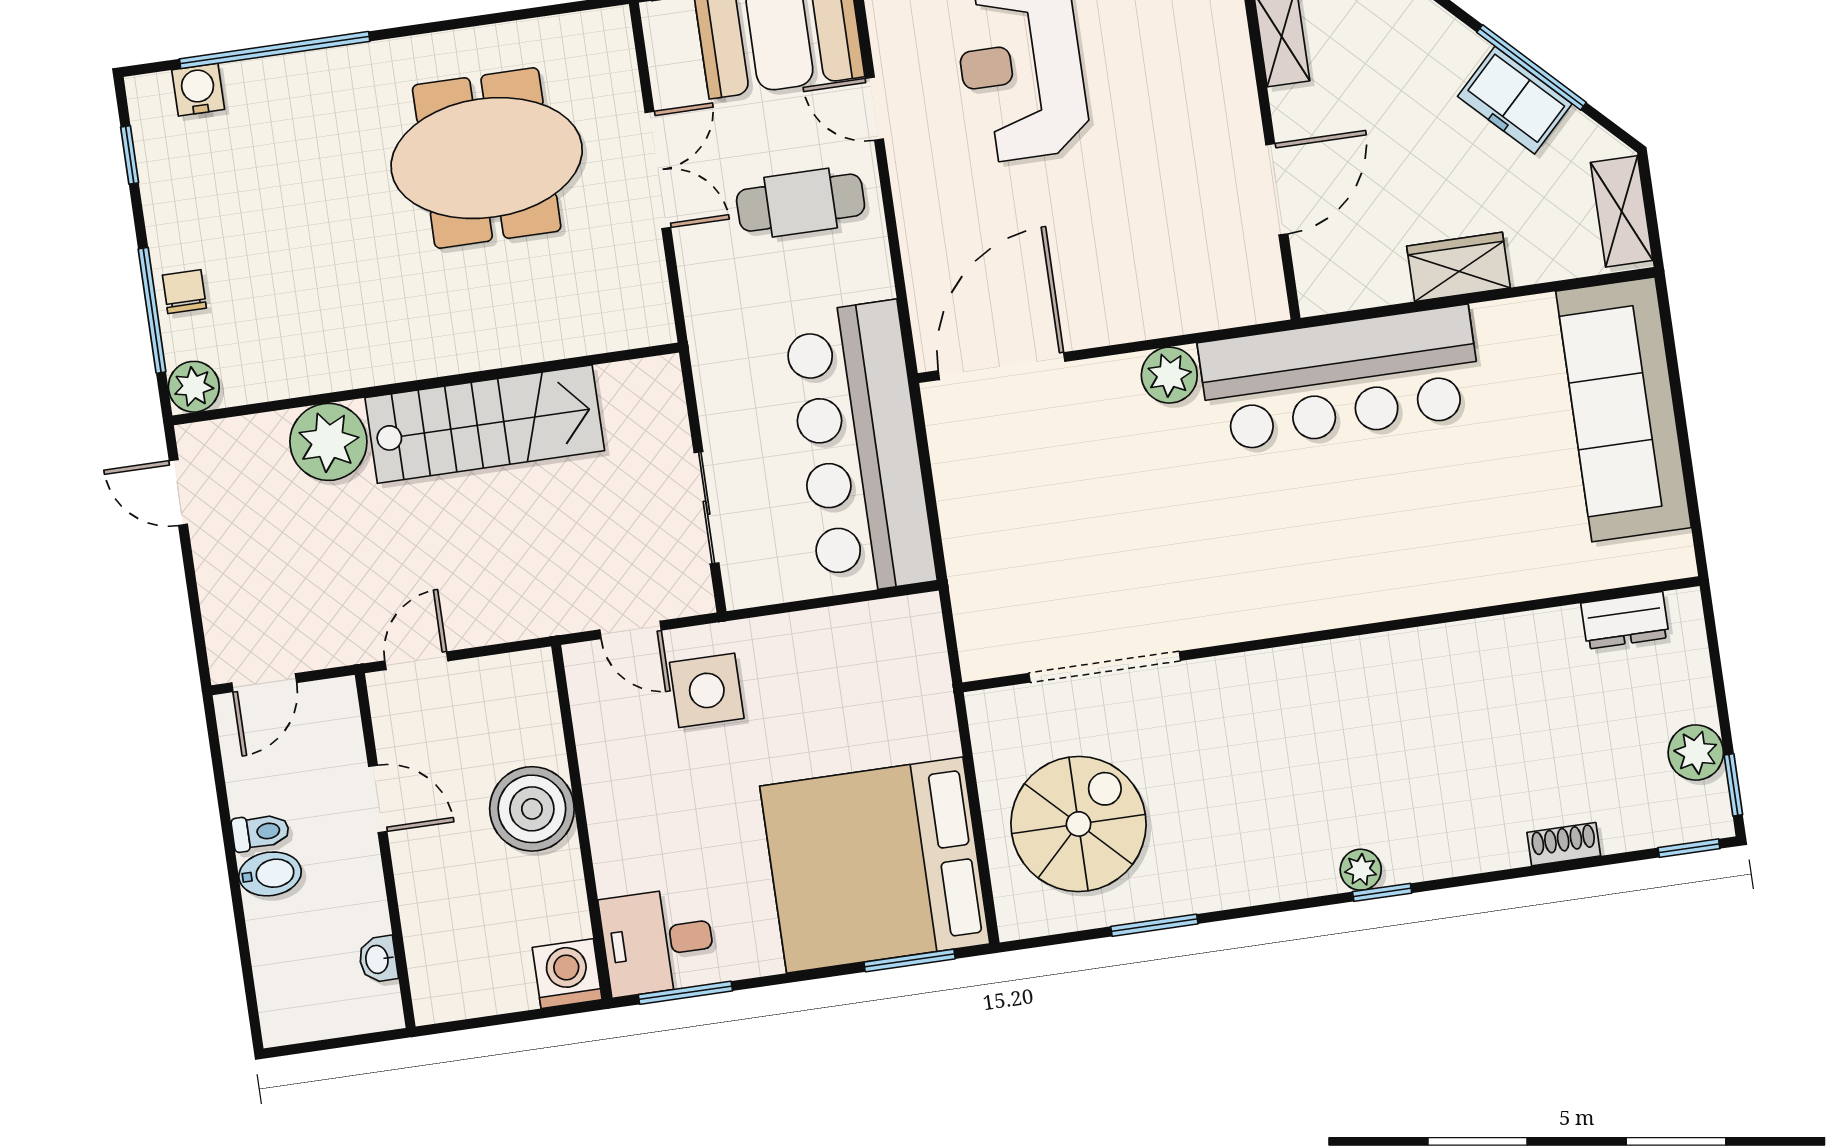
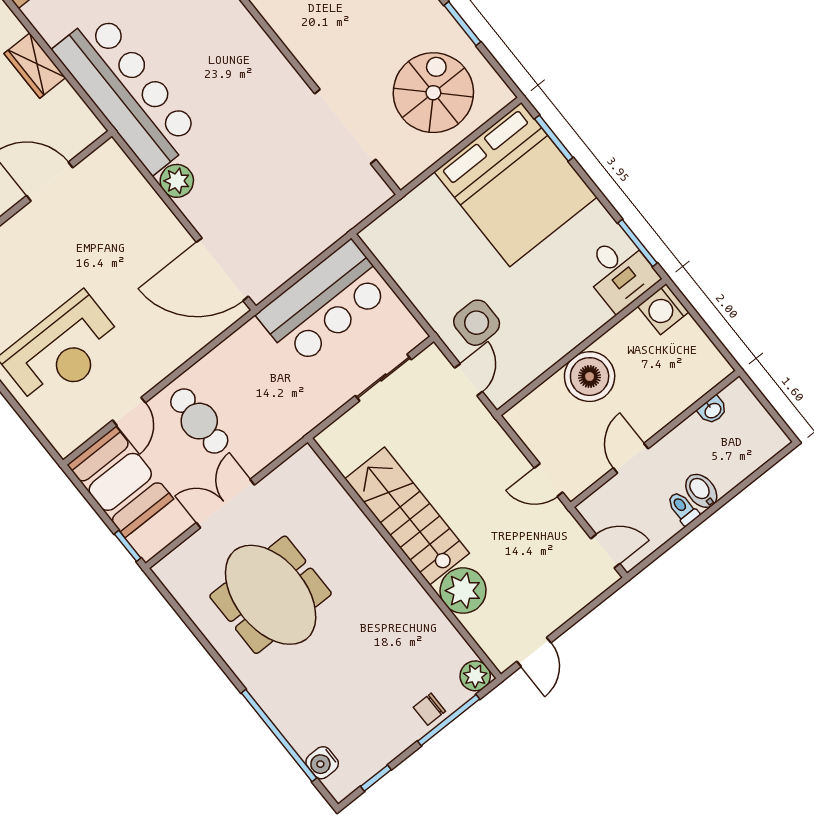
bar counter: (860, 448) -> (324, 303), width x0.73
spiral stairs: (1079, 824) -> (433, 93), turned 90

